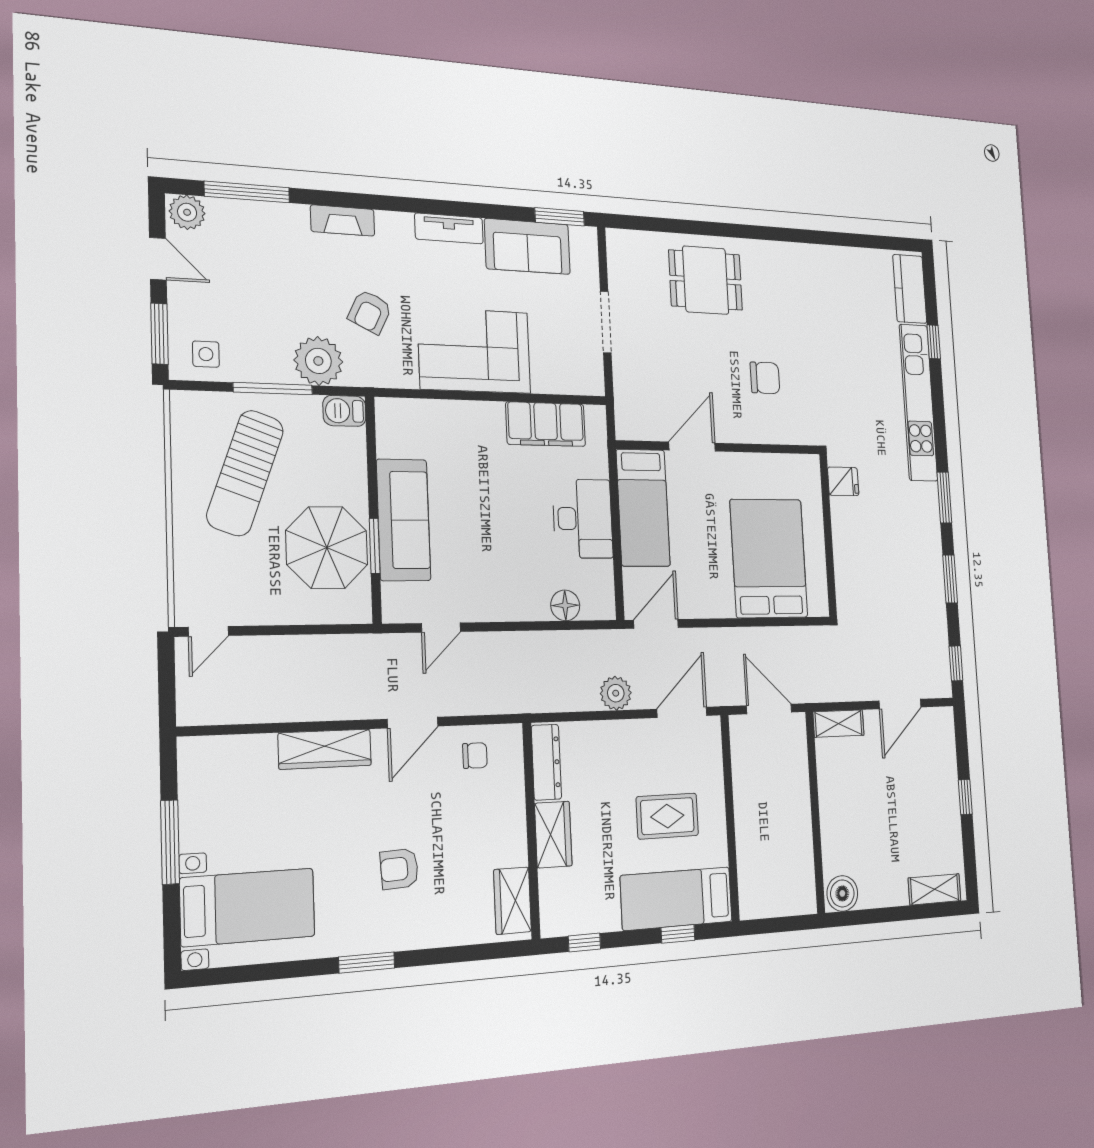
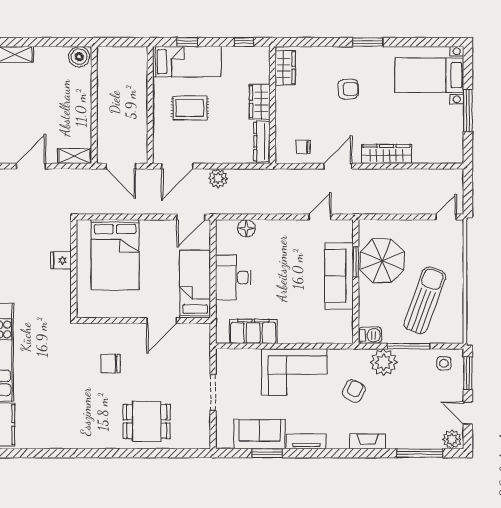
window: (560, 217) -> (267, 453), moved
fridge: (843, 481) -> (61, 260), moved

